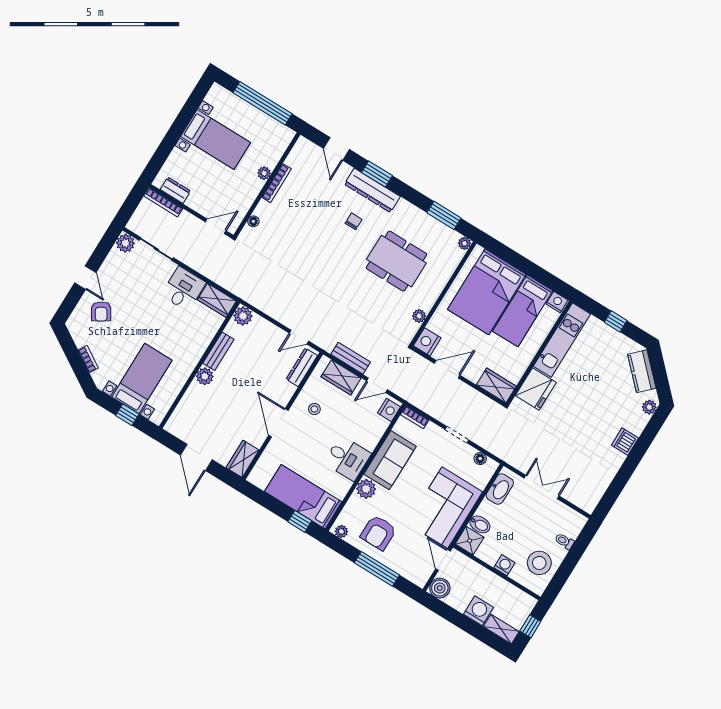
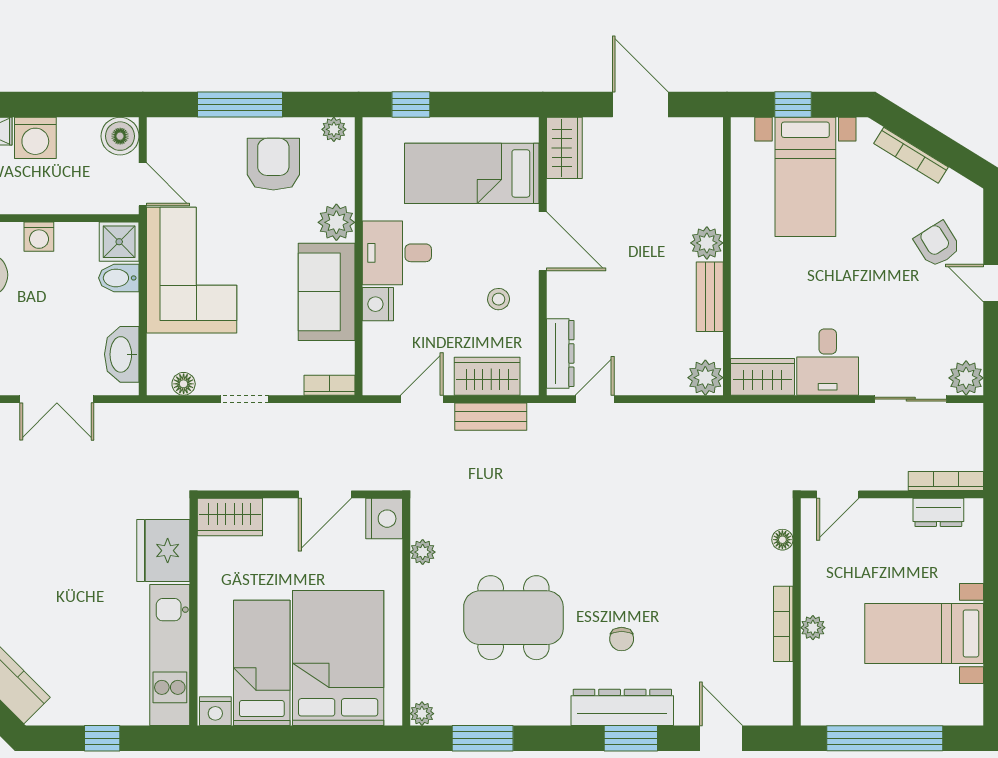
bookcase: (88, 359) -> (911, 155), width x1.56
nightstand: (389, 410) -> (378, 304), moved
bed: (303, 497) -> (472, 173), moved, turned 180

